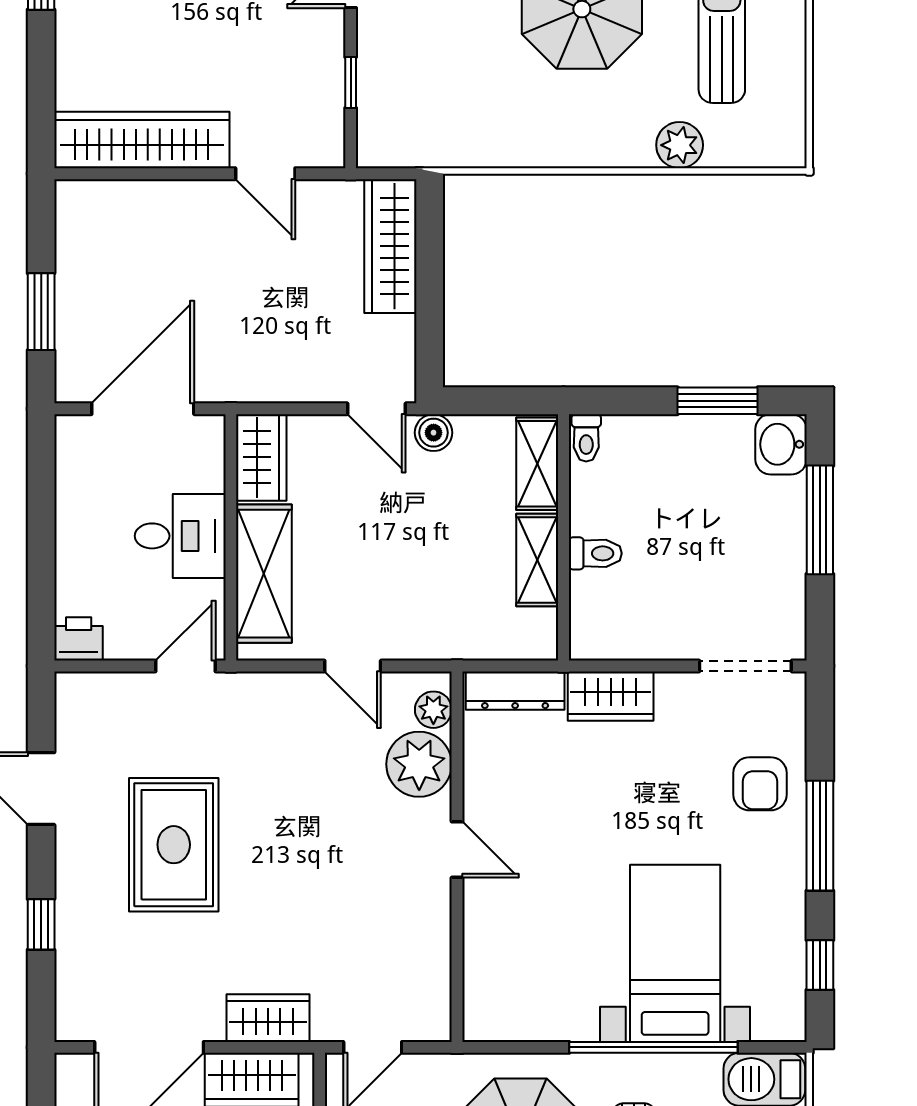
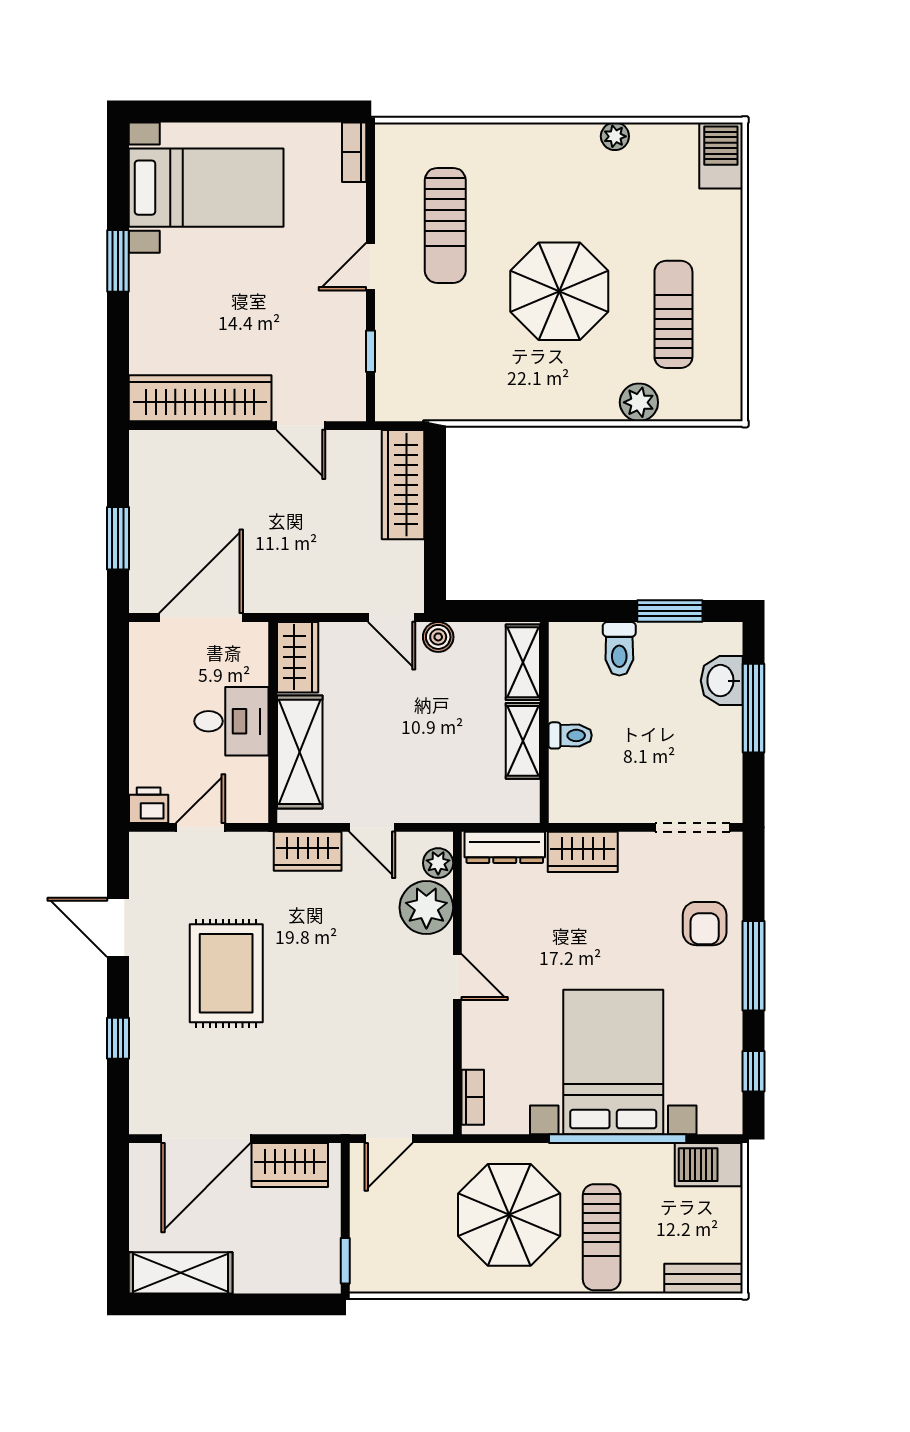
toilet: (586, 438) -> (619, 649), moved, width x1.37, depth x1.39
washbasin: (781, 444) -> (722, 681), moved
door: (186, 666) -> (200, 827), moved
bed with nightstands: (675, 953) -> (613, 1062), width x1.36
bookcase: (476, 997) -> (473, 1097), added
wardrobe: (268, 1018) -> (308, 851), moved, turned 180

